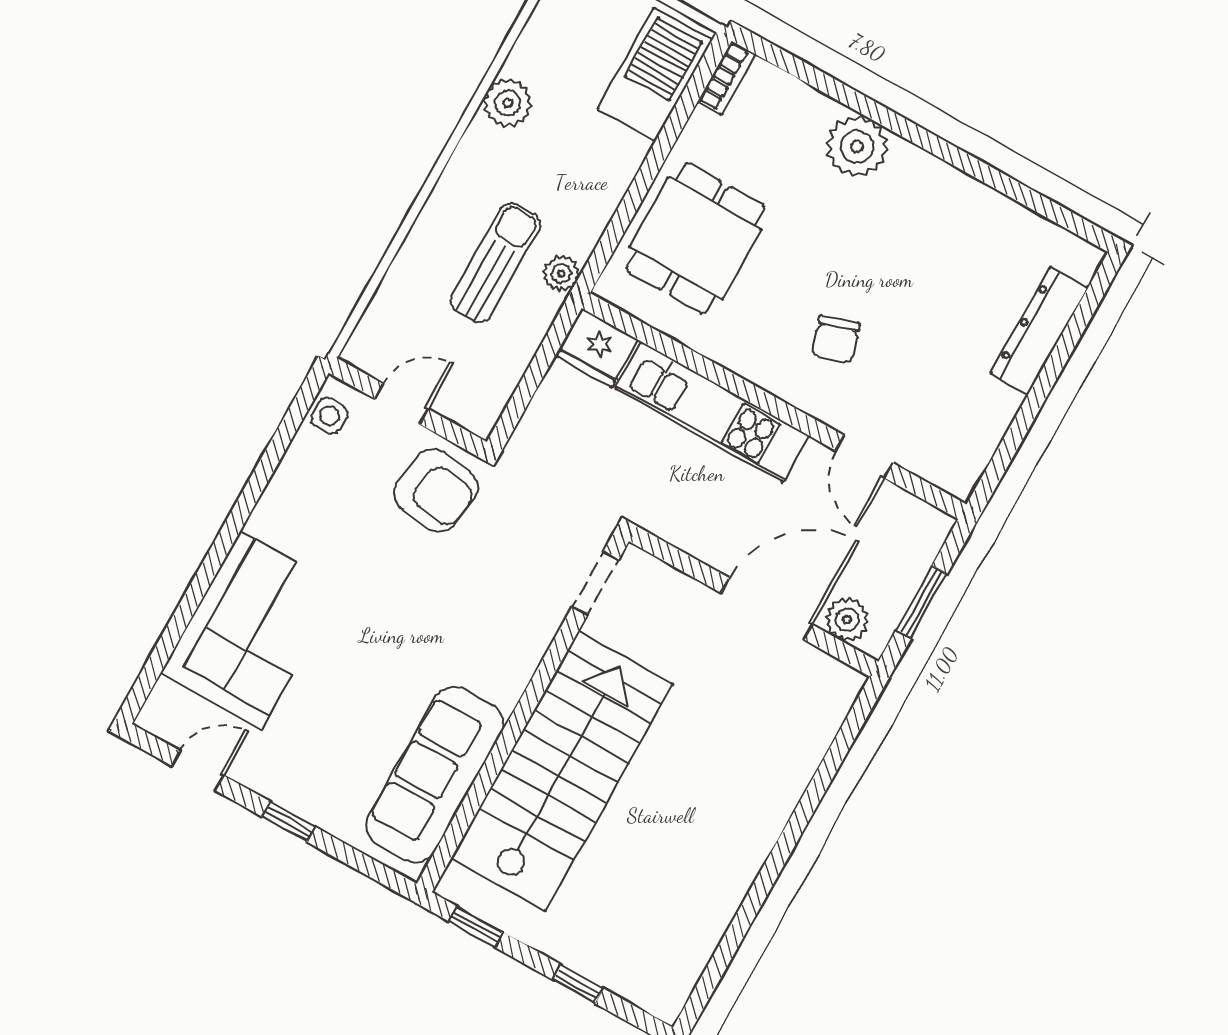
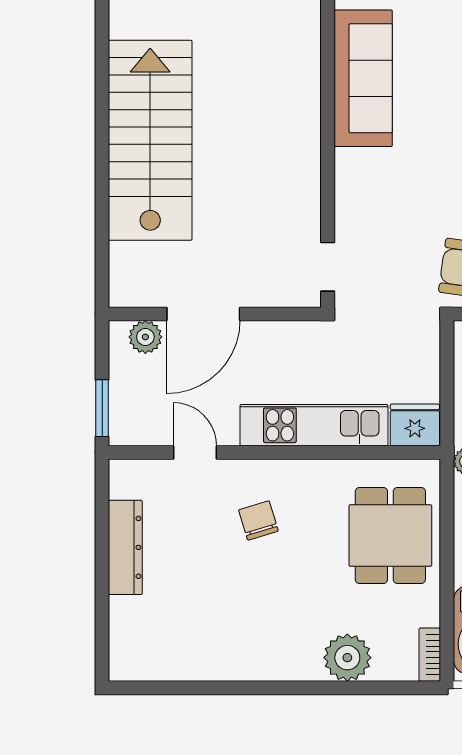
plant: (857, 147) -> (347, 658), moved
dresser: (1039, 331) -> (125, 547), moved
window: (922, 602) -> (102, 408), moved
stairs: (562, 771) -> (150, 140), moved, turned 180

